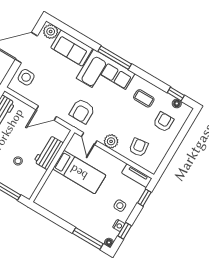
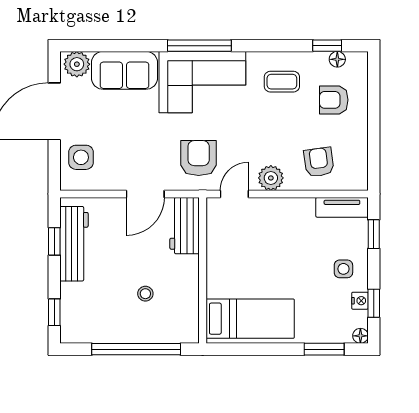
armchair: (82, 111) -> (199, 158), turned 180
armchair: (163, 122) -> (334, 100), turned -90
door: (89, 139) -> (234, 194), swing flipped
workbench: (49, 152) -> (185, 226), moved
bed: (79, 172) -> (250, 319), moved
window: (88, 238) -> (324, 349), width x0.69

